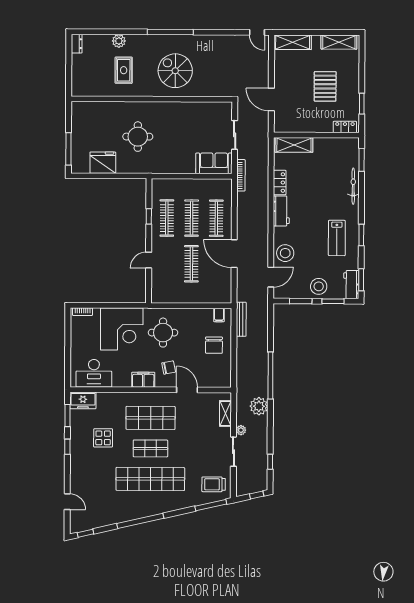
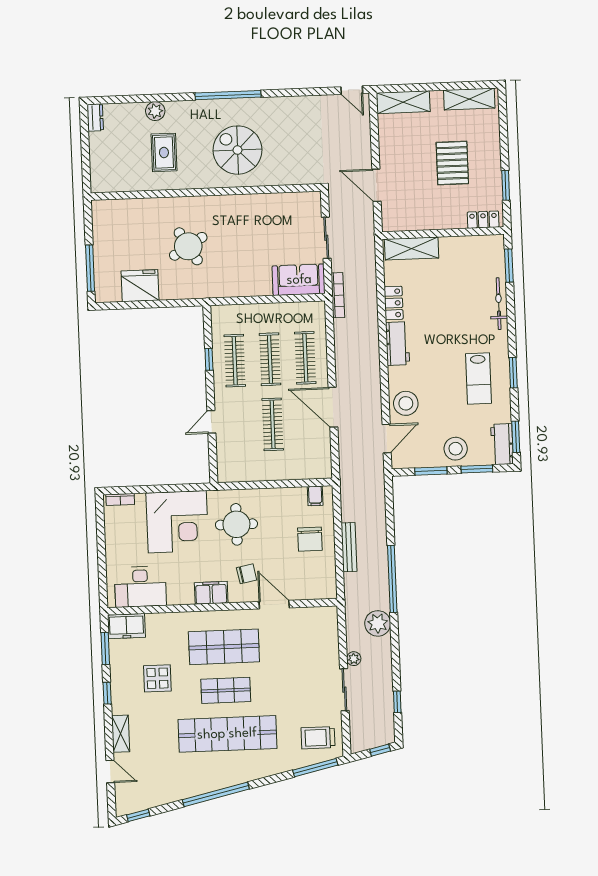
round table: (138, 137) -> (188, 246), turned -31
bench: (241, 319) -> (349, 547), moved
shelving: (225, 413) -> (121, 734), moved

